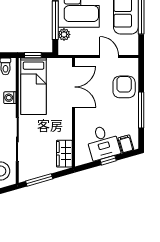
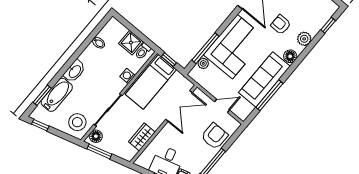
door: (109, 57) -> (222, 106), hinge flipped
wardrobe: (64, 154) -> (142, 137), moved
floor lamp: (26, 170) -> (96, 136), added

